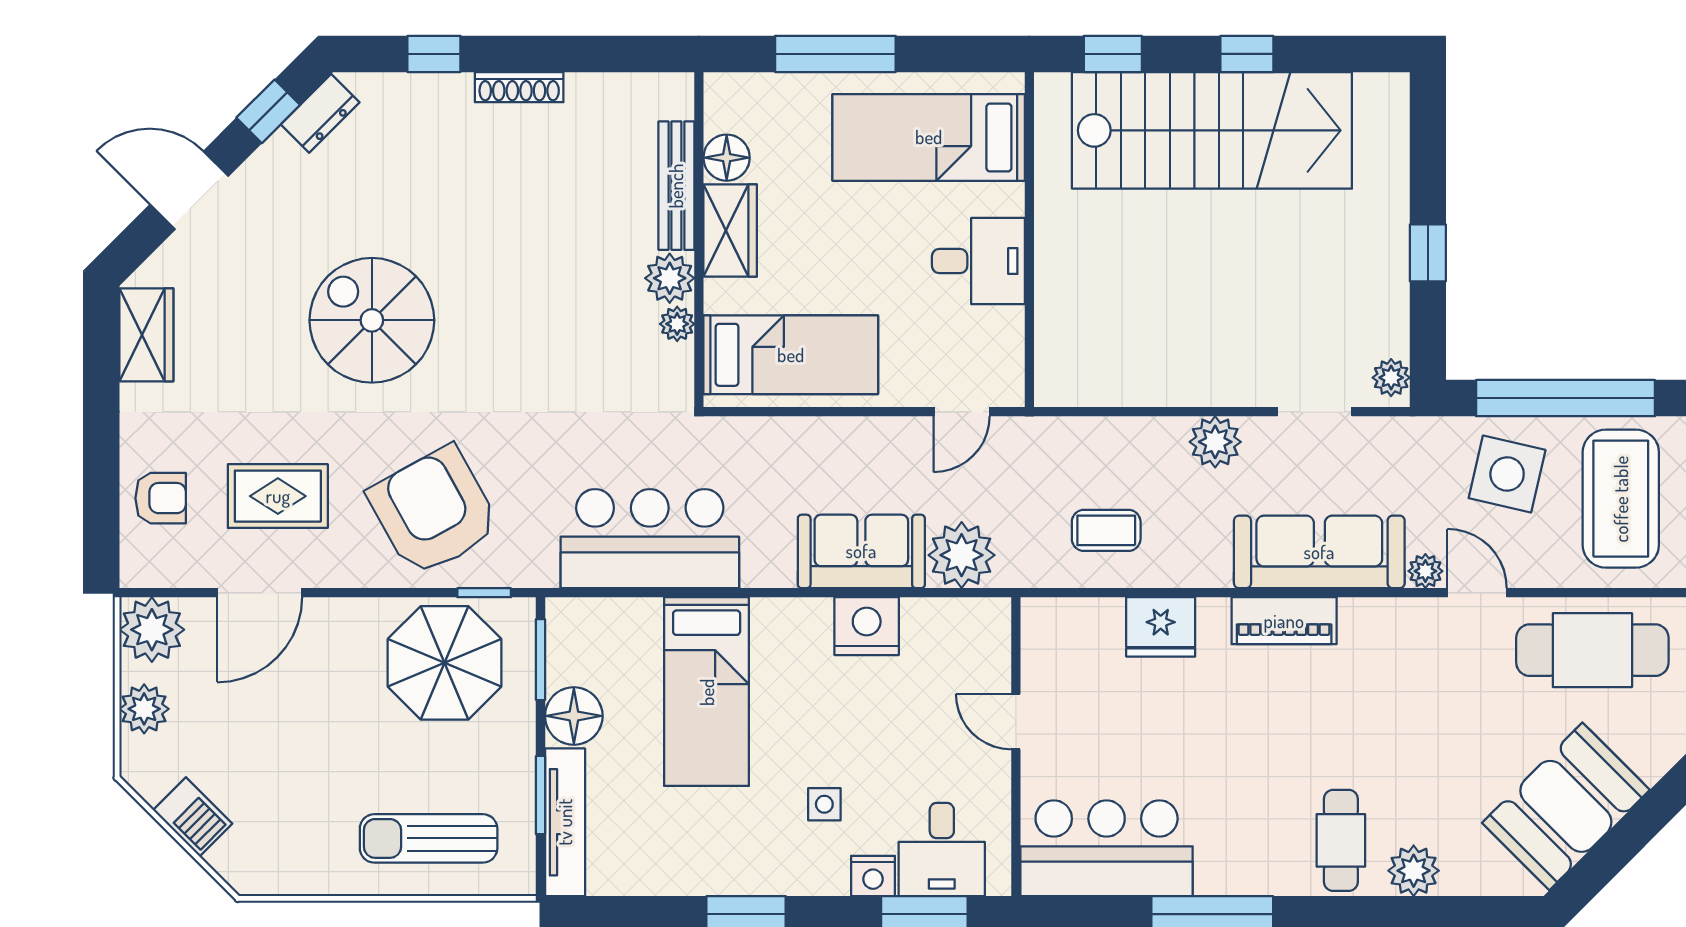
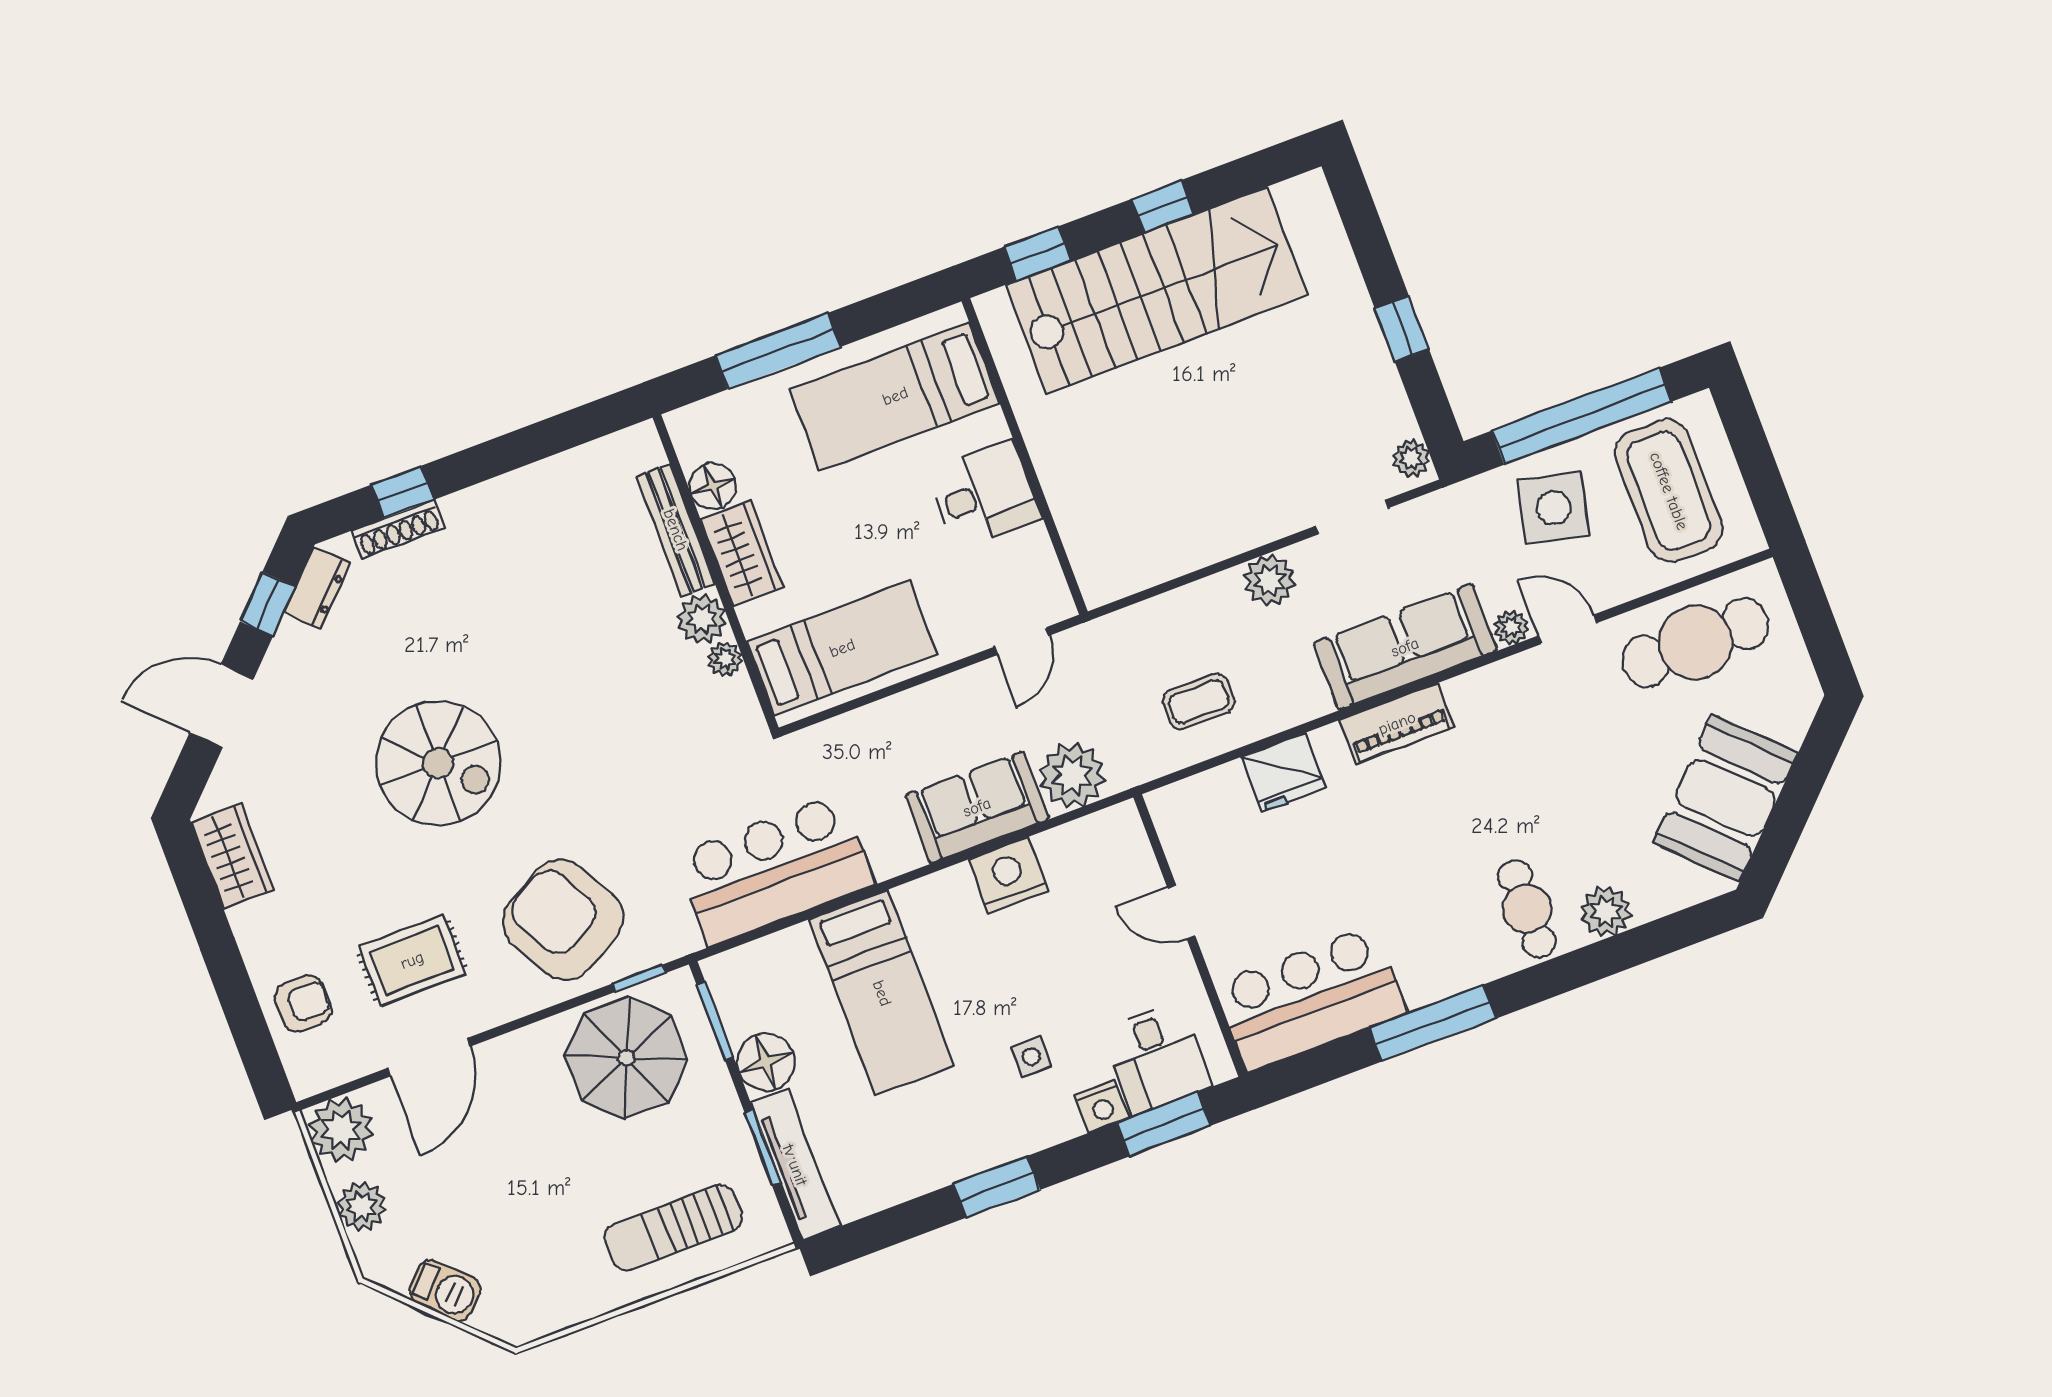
shoe rack: (519, 87) -> (398, 529), moved
spiral stairs: (372, 320) -> (438, 763), turned 180

